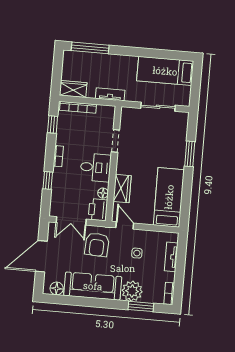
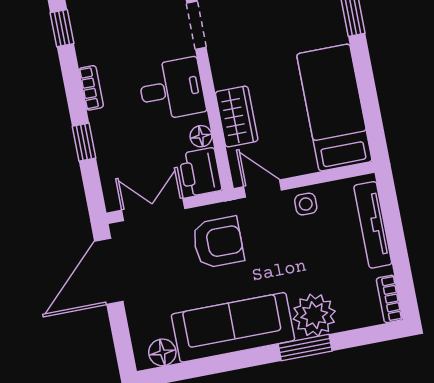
double door: (71, 221) -> (153, 209), swing flipped
armchair: (97, 245) -> (218, 242), turned -93
side table: (137, 253) -> (306, 204), moved
door: (41, 256) -> (109, 271), moved
tv unit: (171, 257) -> (373, 225), width x1.41
window: (141, 306) -> (305, 347), moved

